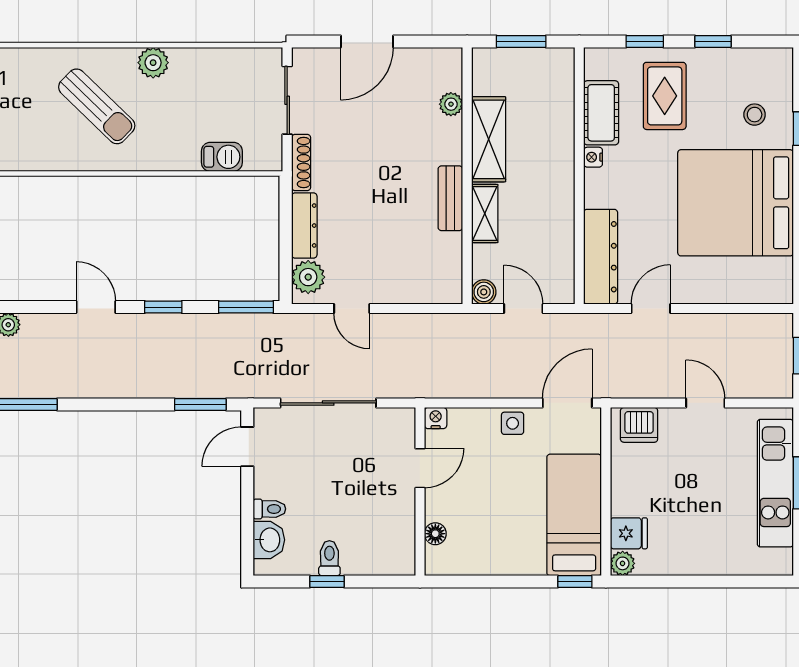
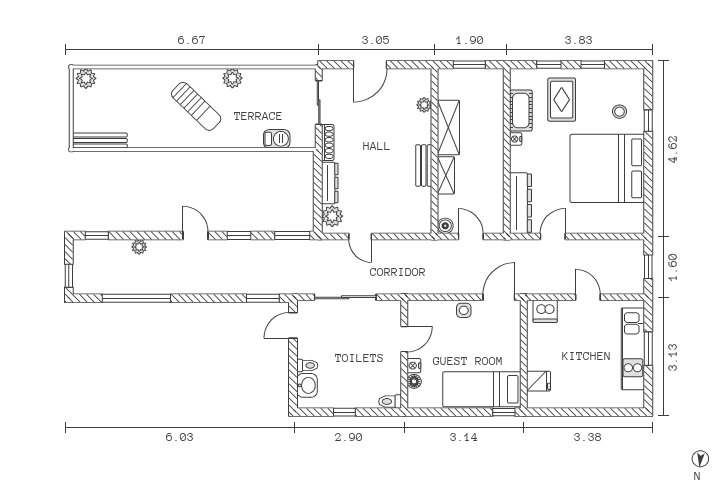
nightstand: (436, 418) -> (414, 366), moved, turned -90
bed: (574, 515) -> (482, 389), moved, turned -90
toilet: (329, 558) -> (390, 401), moved, turned -90
plant: (623, 563) -> (535, 401), removed

